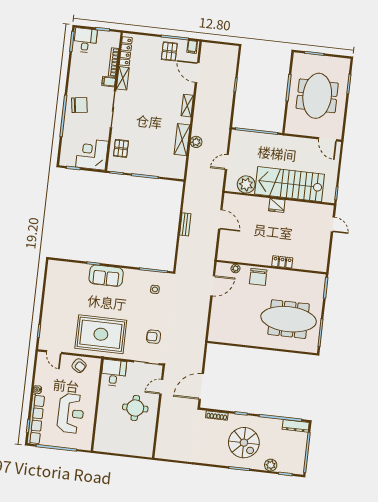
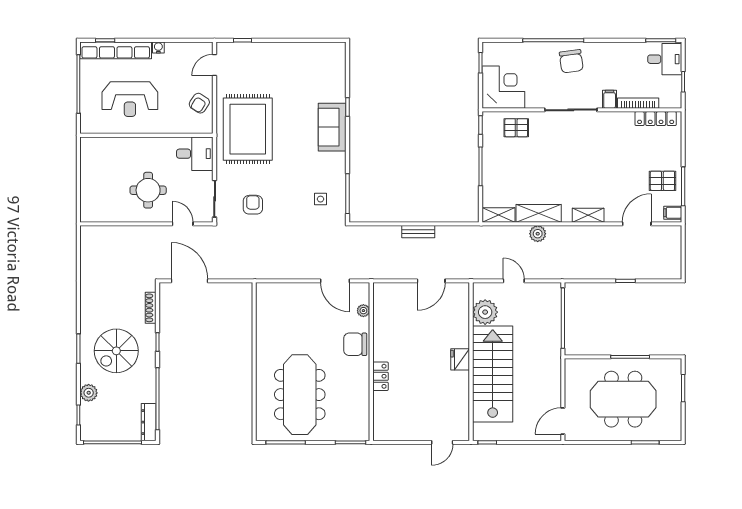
shelving: (123, 78) -> (499, 215), moved

